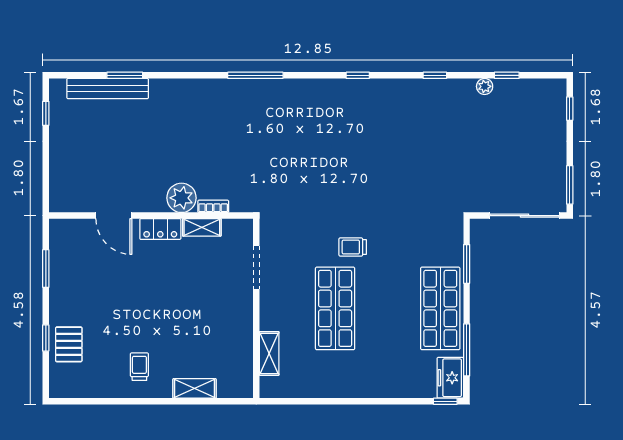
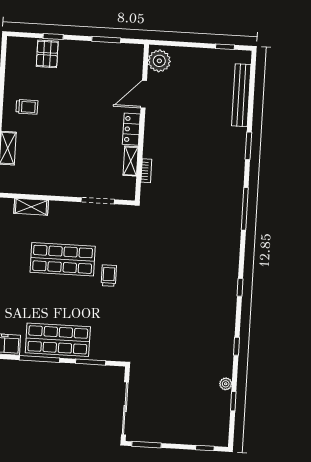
window: (125, 75) -> (248, 146), moved
plant: (181, 198) -> (159, 61), moved
pallet: (69, 344) -> (47, 54), turned 90
window: (467, 350) -> (40, 359), moved

